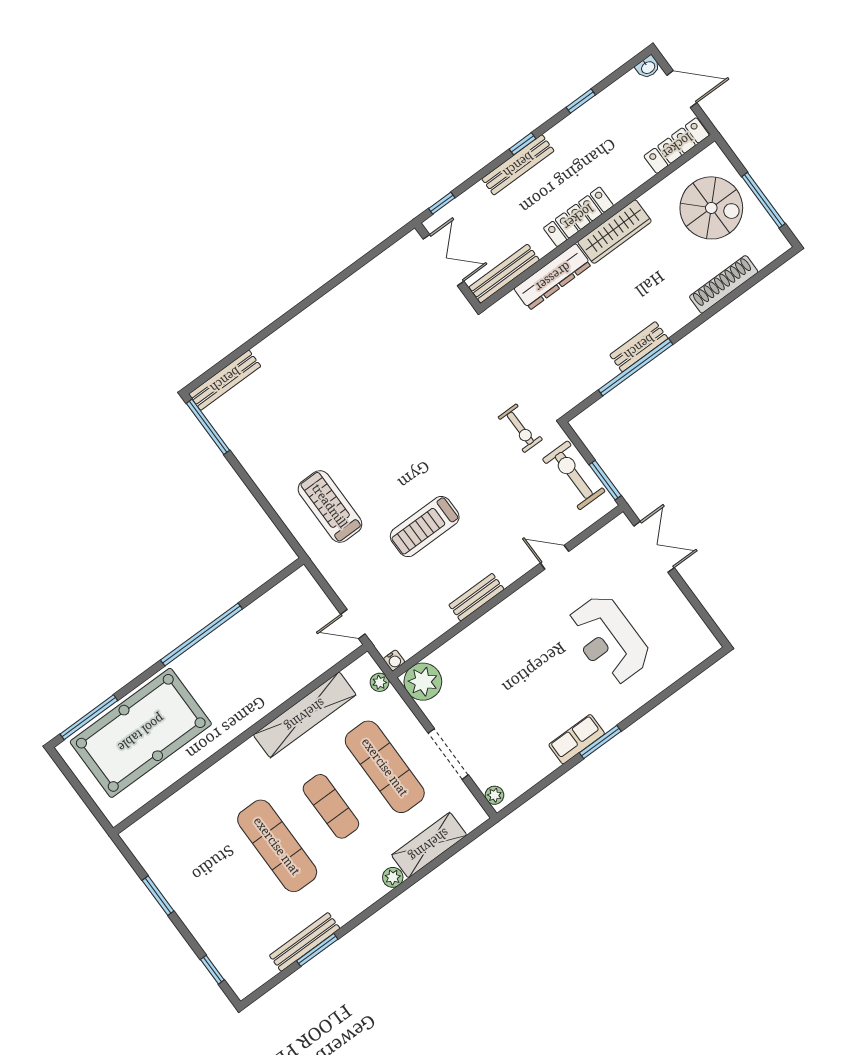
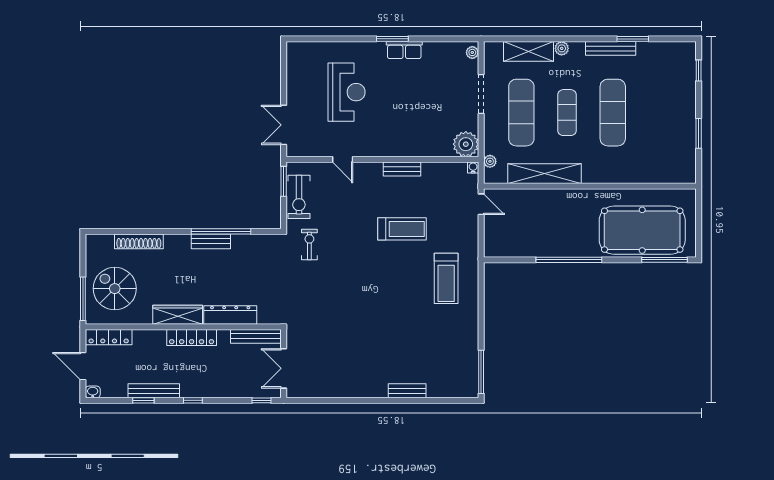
bench: (518, 165) -> (154, 391), moved
window: (763, 200) -> (83, 299), moved
bench: (225, 380) -> (407, 391), moved, width x0.73
bench: (305, 942) -> (611, 48), moved

